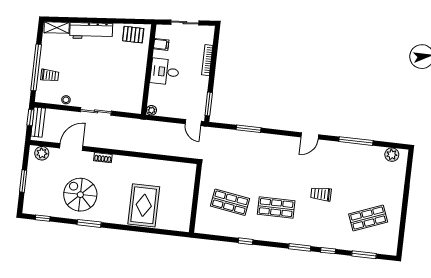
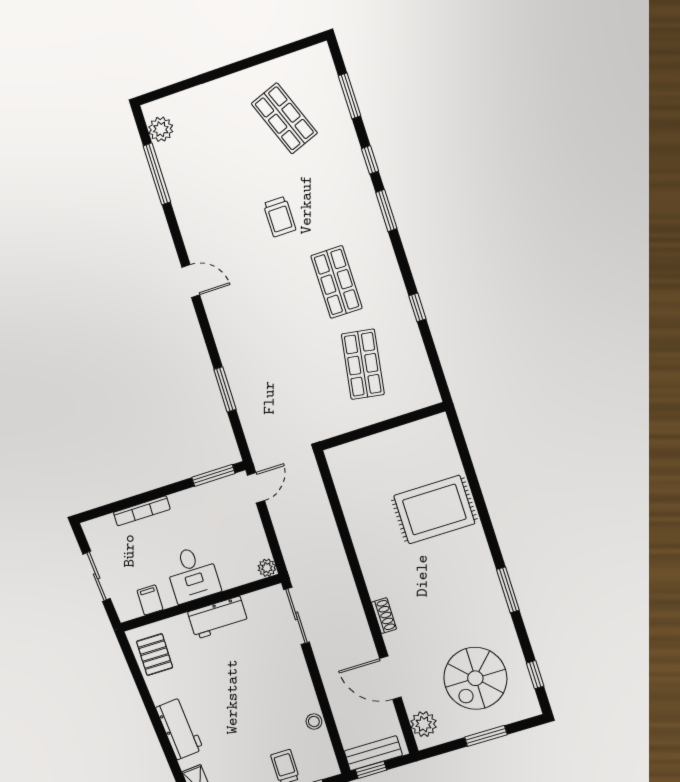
workbench: (91, 31) -> (179, 728), width x0.73
workbench: (138, 75) -> (218, 618), added
sliding door: (96, 111) -> (296, 616), moved
window: (356, 141) -> (157, 174), moved
spiral stairs: (80, 195) -> (475, 678), moved

